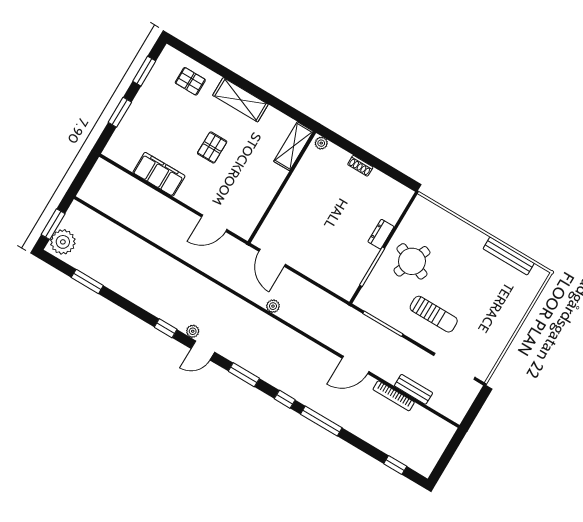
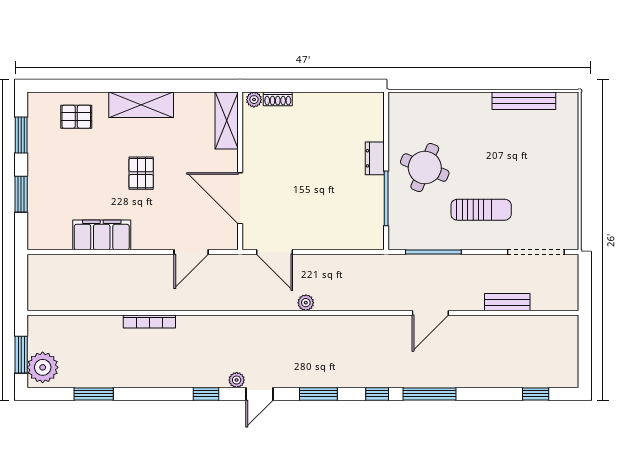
shoe rack: (360, 166) -> (278, 99), moved
door: (271, 206) -> (240, 198), added
bookcase: (394, 396) -> (149, 322), moved

